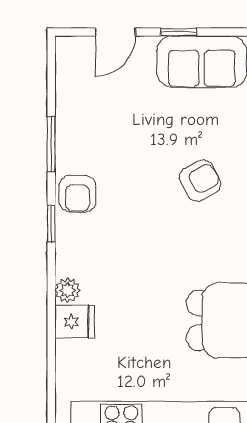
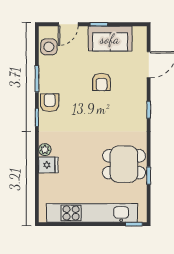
side table: (76, 79) -> (49, 47), added
armchair: (200, 180) -> (102, 82), moved, turned 119
armchair: (77, 193) -> (50, 103), turned 180

